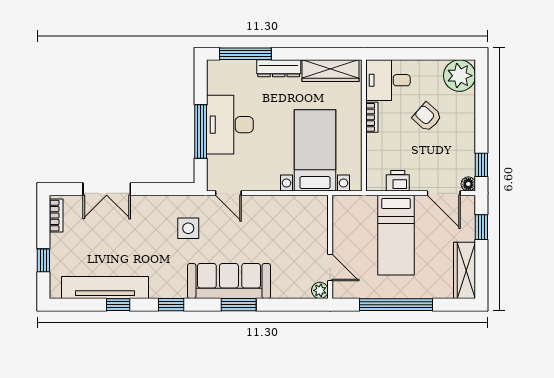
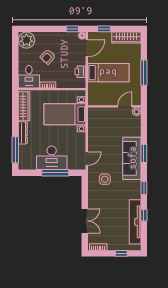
window: (396, 305) -> (144, 73), width x0.68

